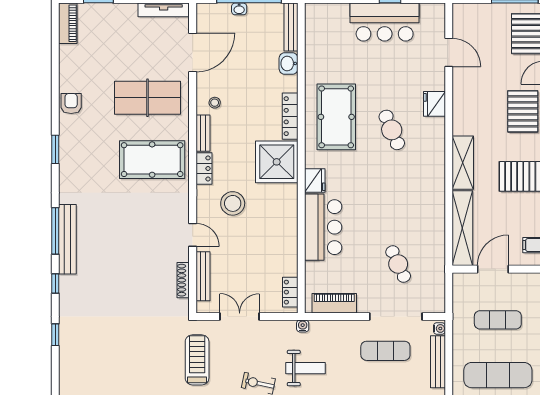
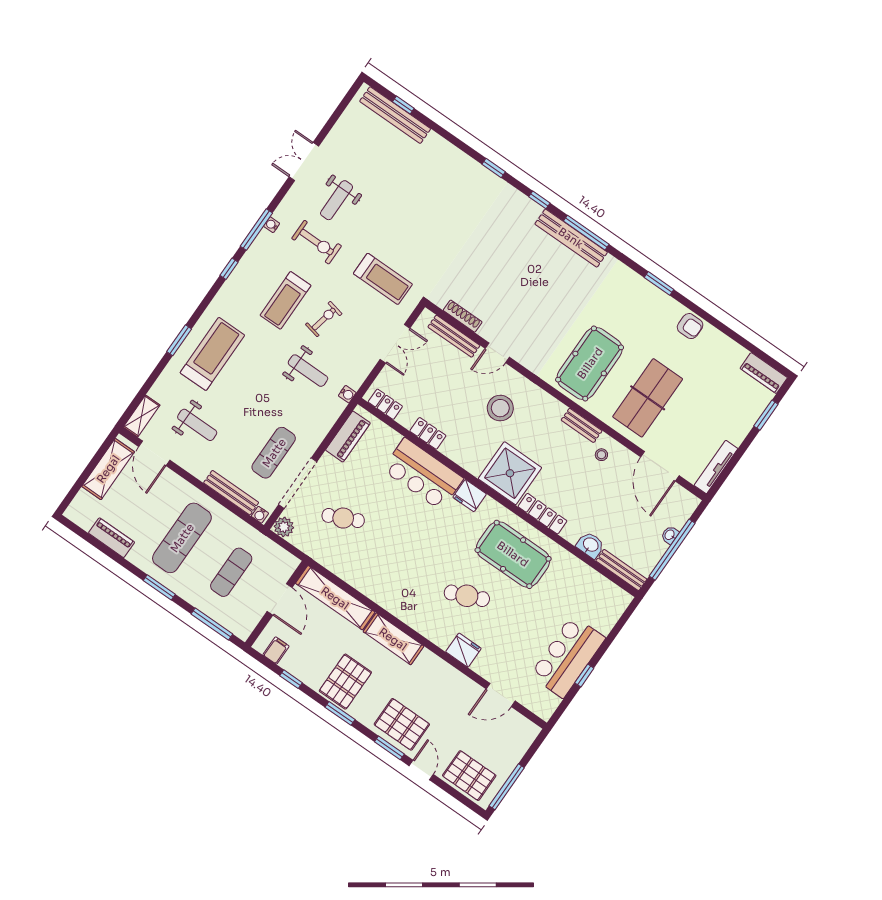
locker: (204, 168) -> (428, 433), moved, turned 180
plant: (436, 304) -> (284, 527), added
weight bench: (306, 368) -> (308, 371), turned -90

